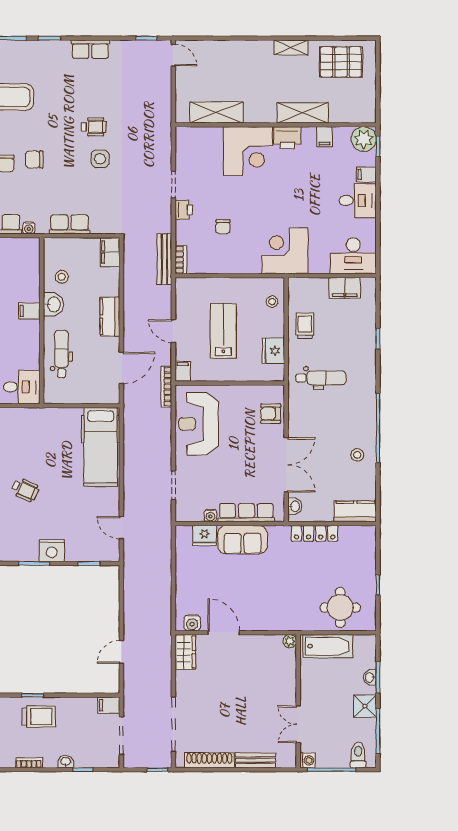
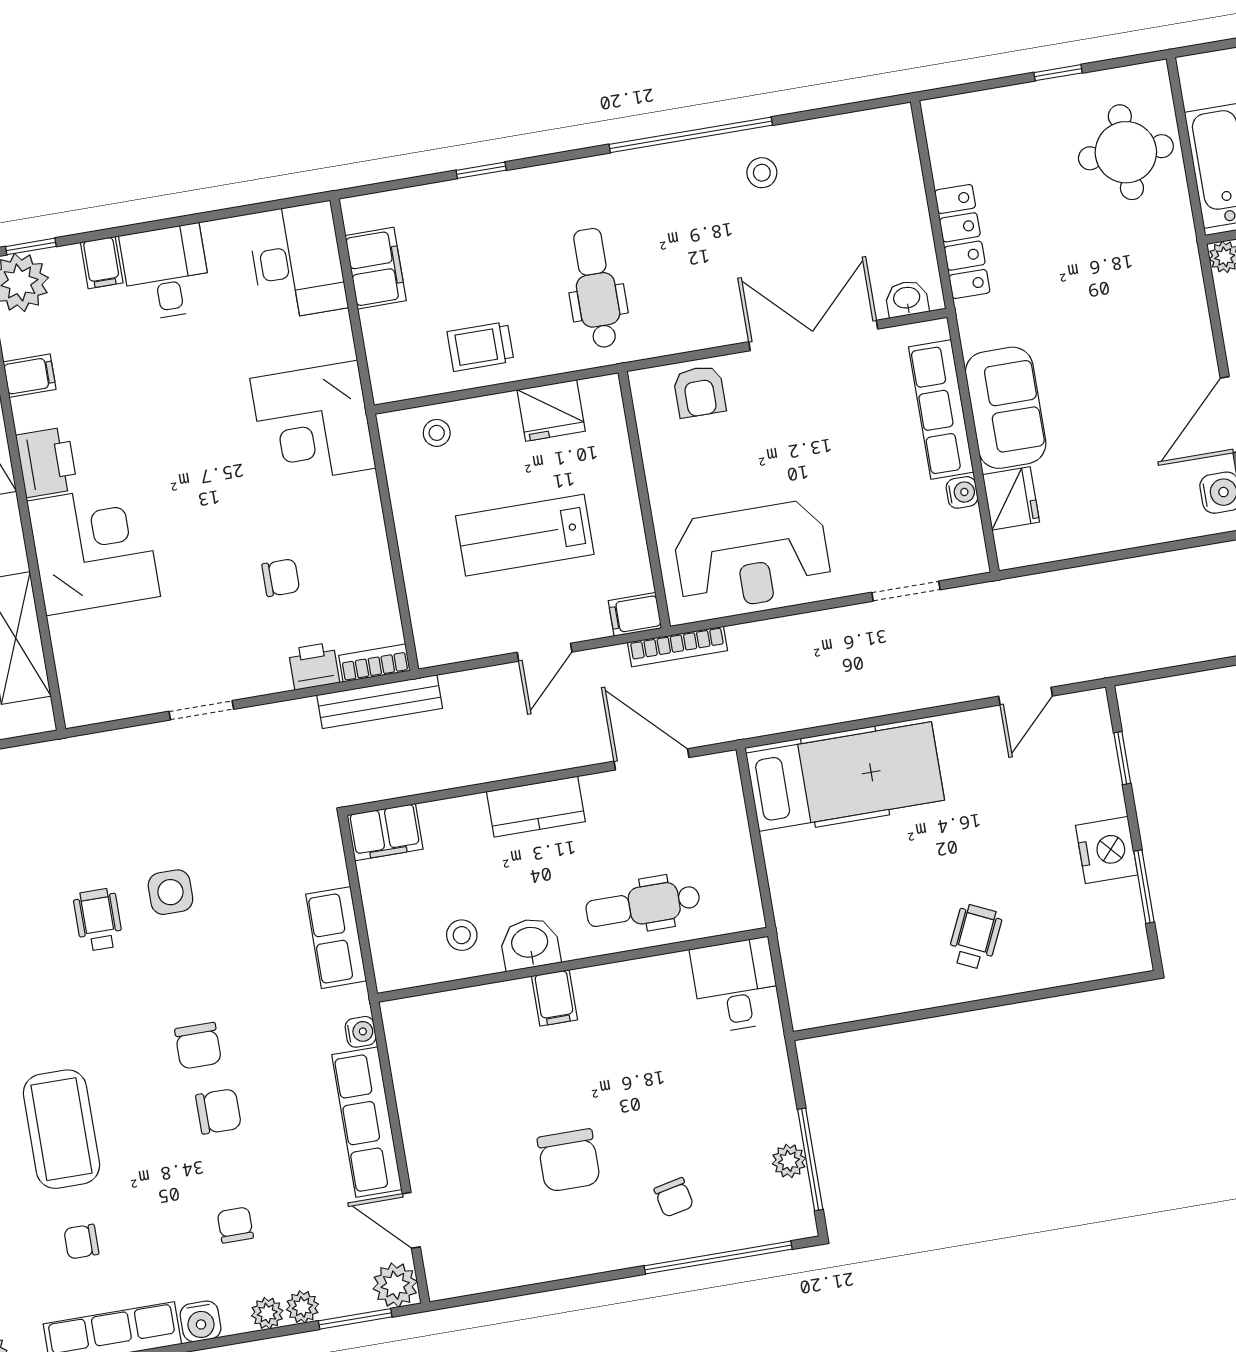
printer: (184, 210) -> (314, 666), moved
kitchen counter: (355, 511) -> (895, 155), removed

